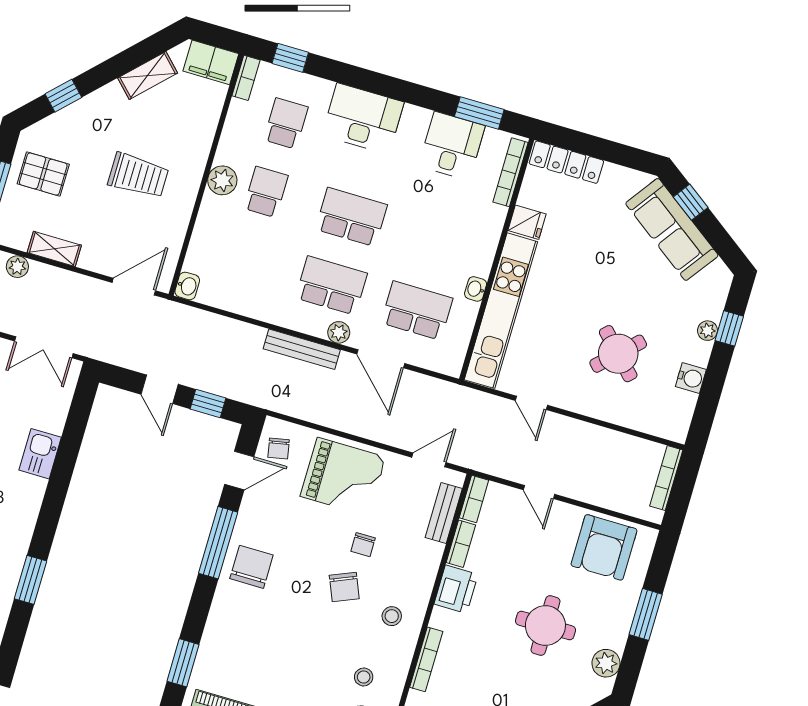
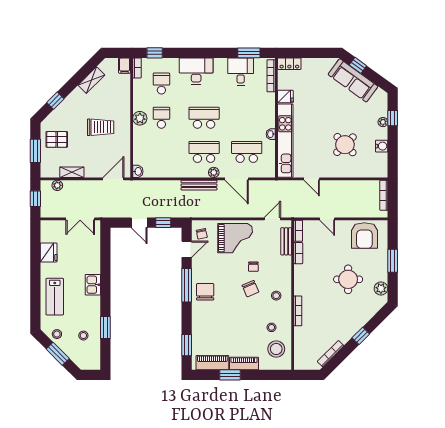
filing cabinet: (211, 62) -> (125, 66), width x0.50
locker: (566, 162) -> (289, 64), width x0.66
kitchen sink: (40, 454) -> (93, 285), moved
printer: (456, 589) -> (302, 275), removed

